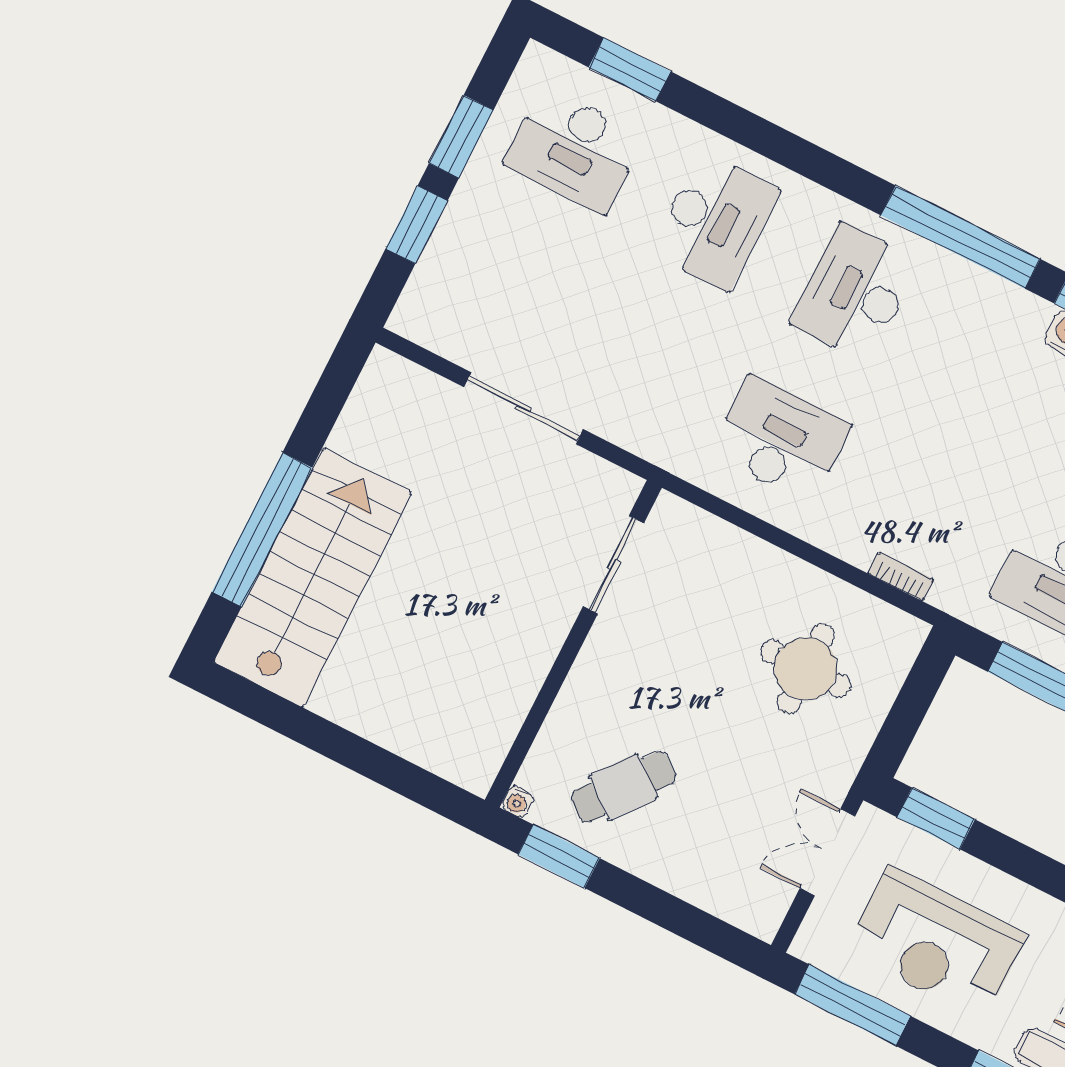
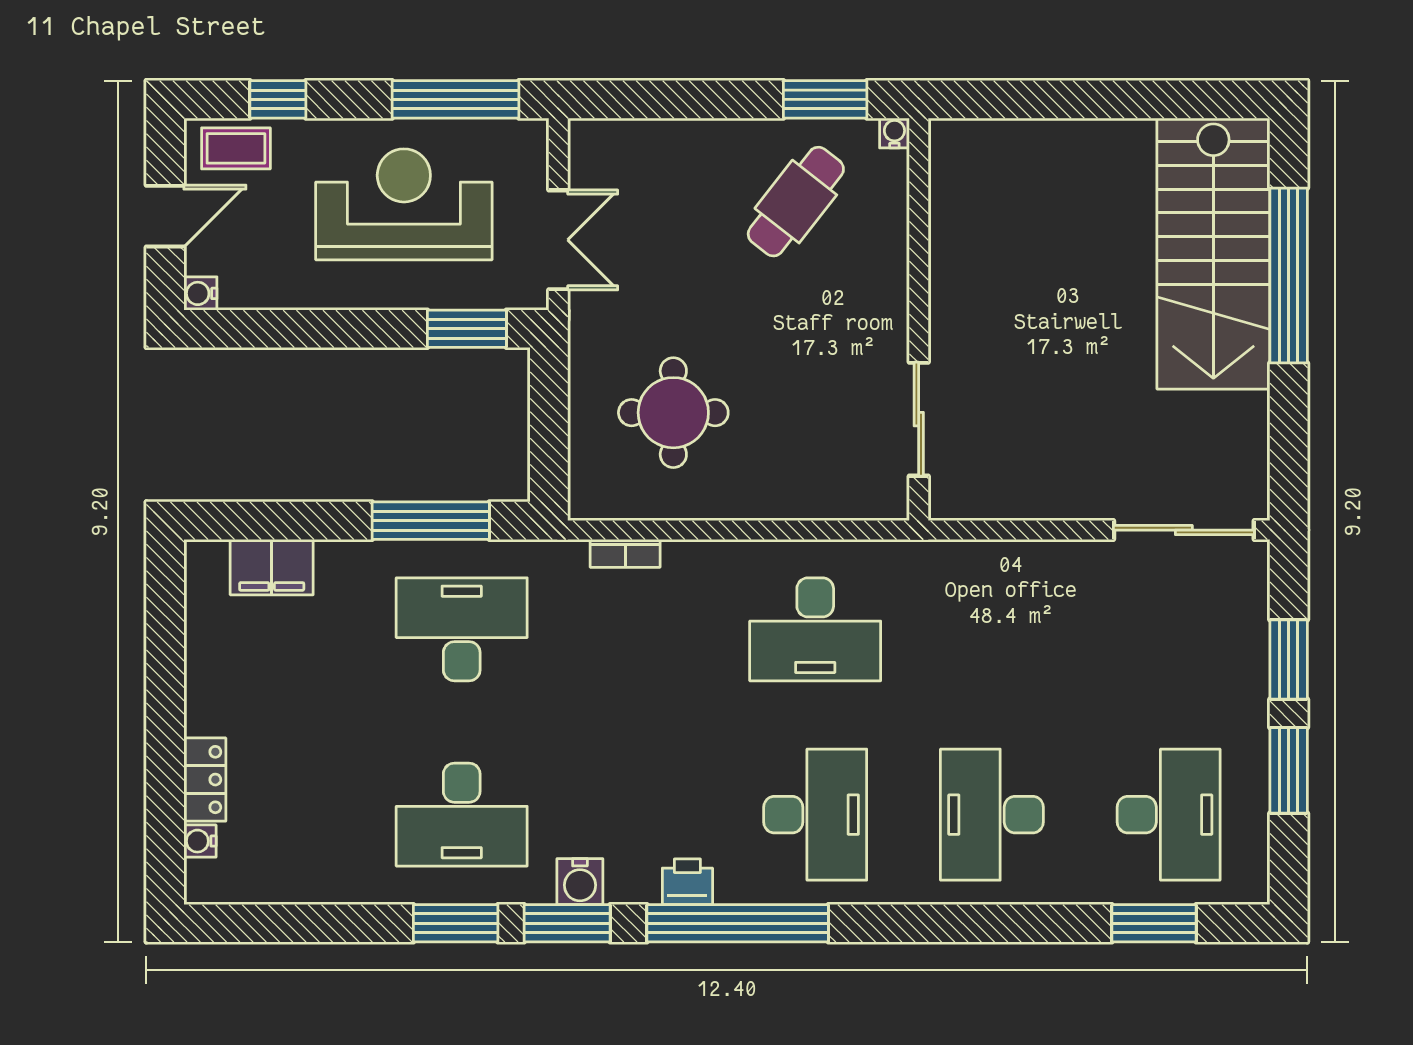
desk: (574, 150) -> (1169, 815), turned 90
printer: (984, 290) -> (687, 882), added
sliding door: (524, 408) -> (1184, 530), moved

